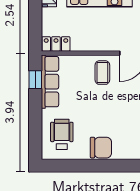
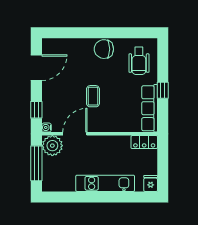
coffee table: (102, 73) -> (93, 96), moved
window: (35, 80) -> (163, 90), moved

